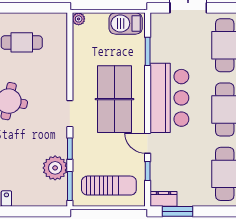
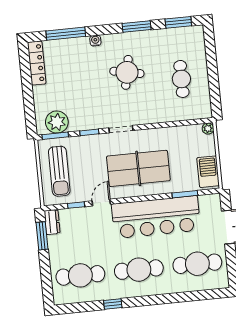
bar counter: (169, 98) -> (156, 217), width x1.36
plant: (55, 168) -> (57, 122), moved

